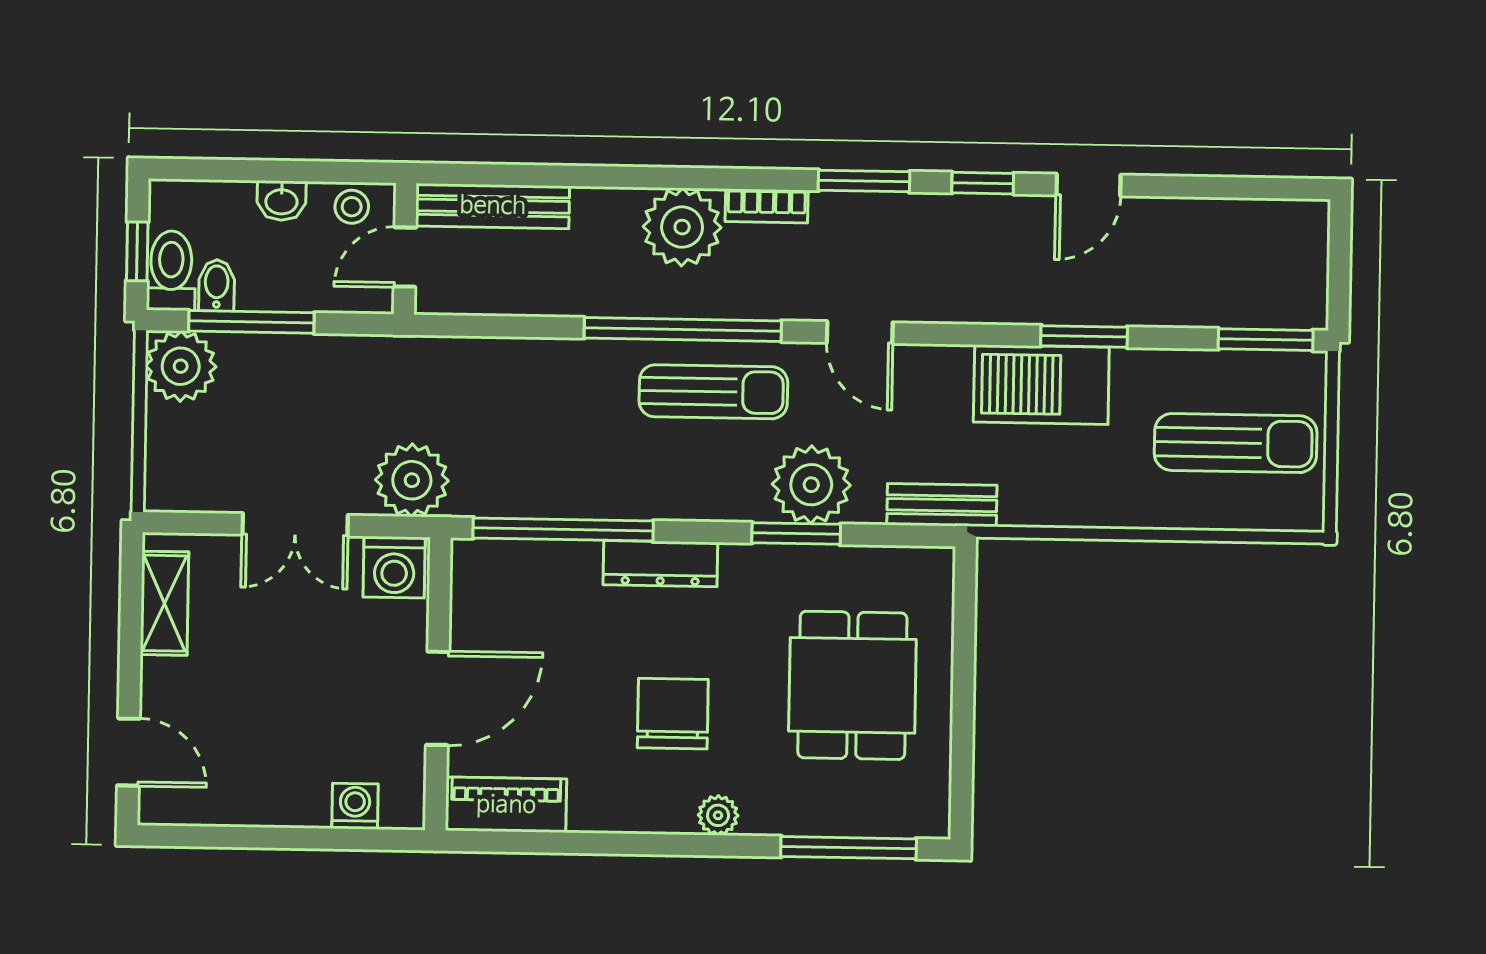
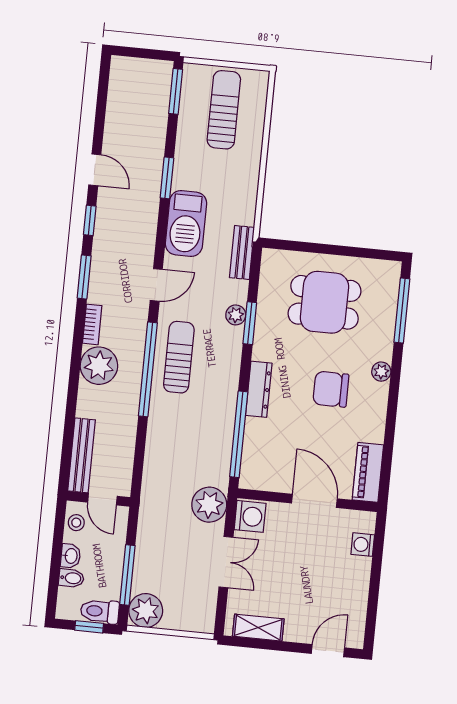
bidet: (217, 285) -> (71, 578), moved, turned 180
barbecue: (1041, 385) -> (186, 224), moved
plant: (811, 485) -> (236, 315), width x0.53, depth x0.53

